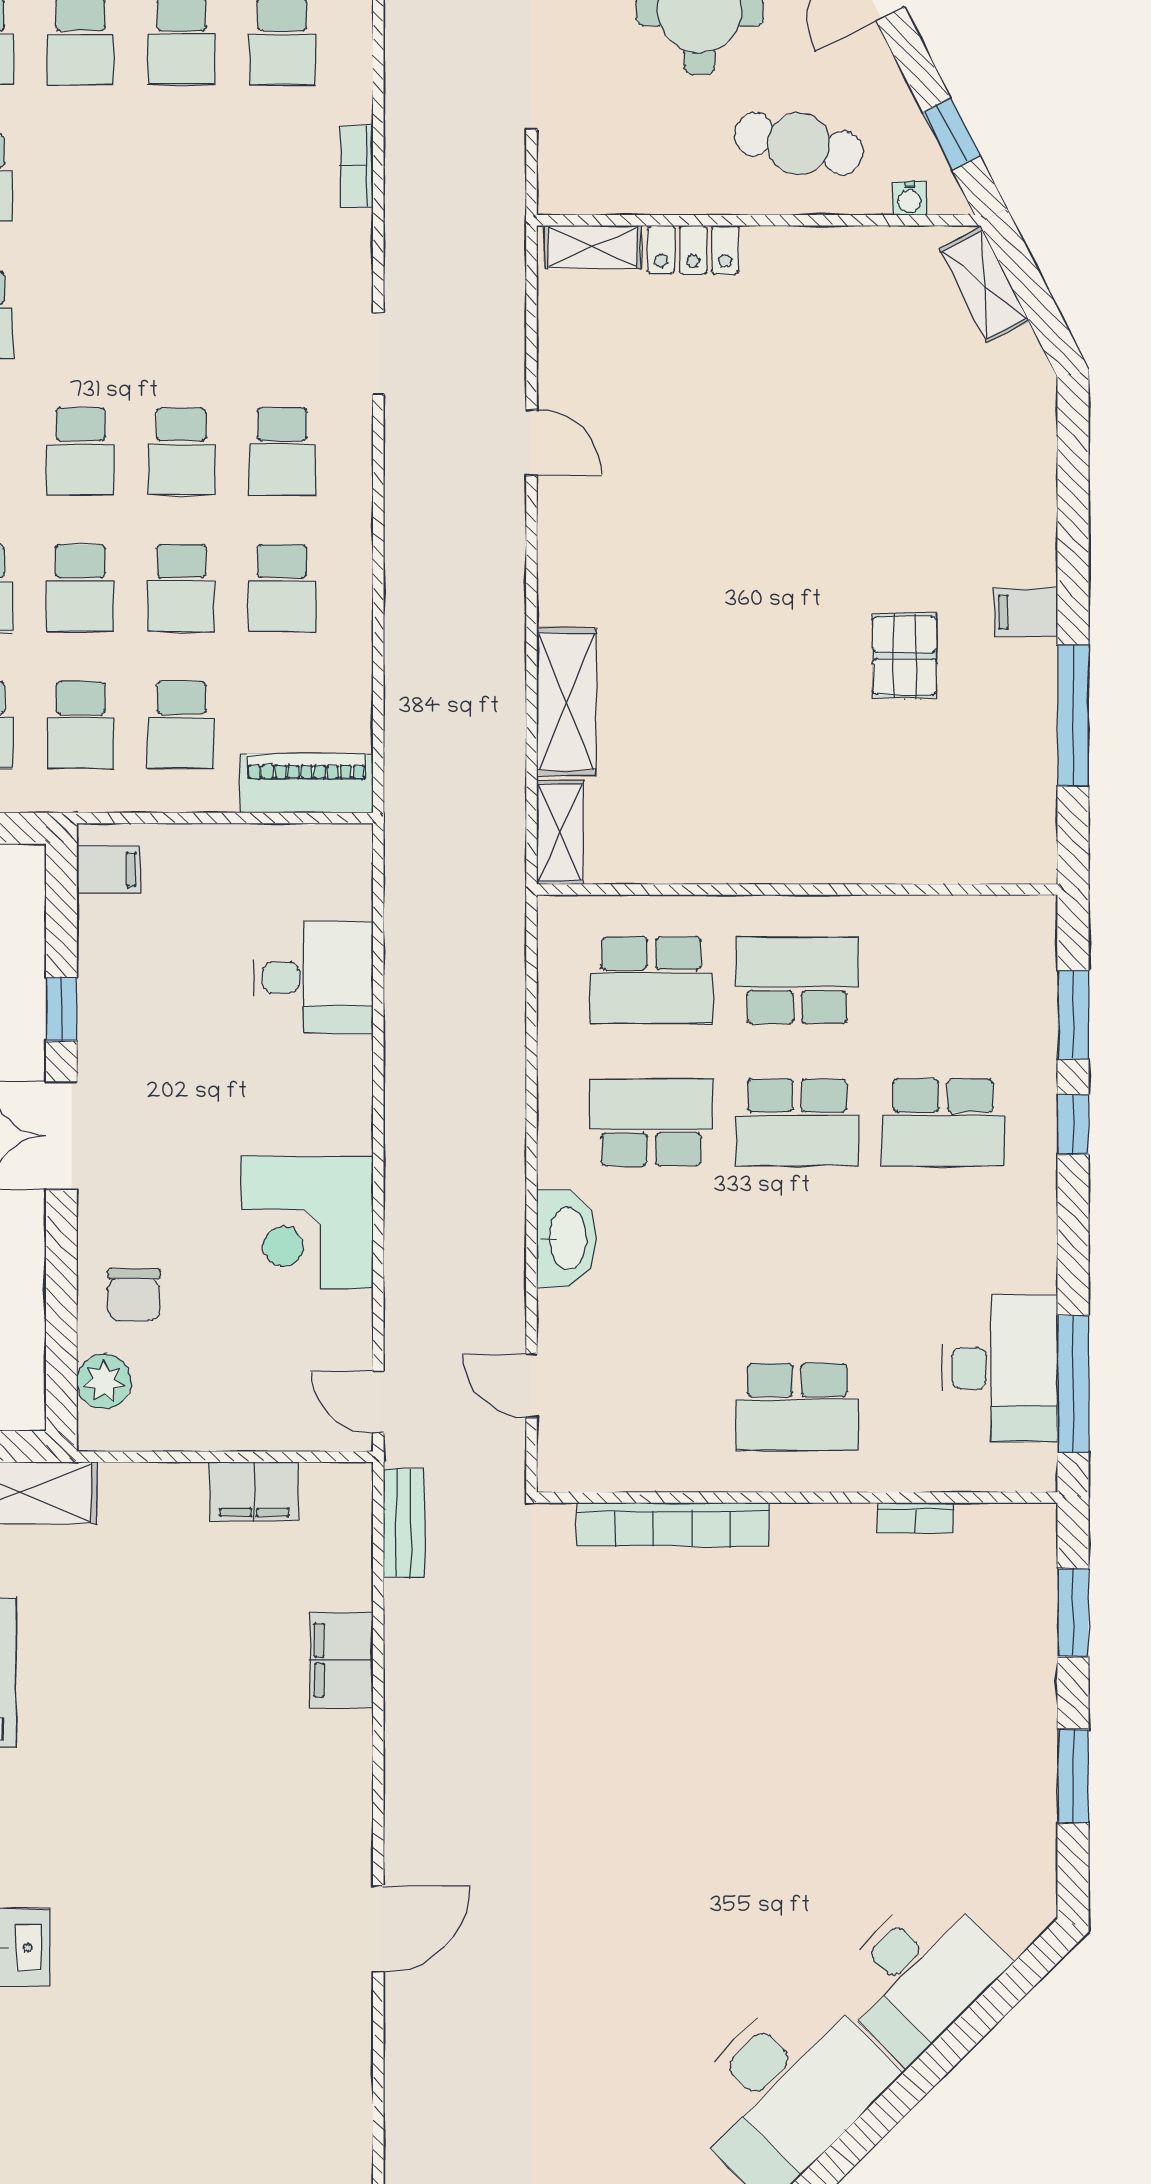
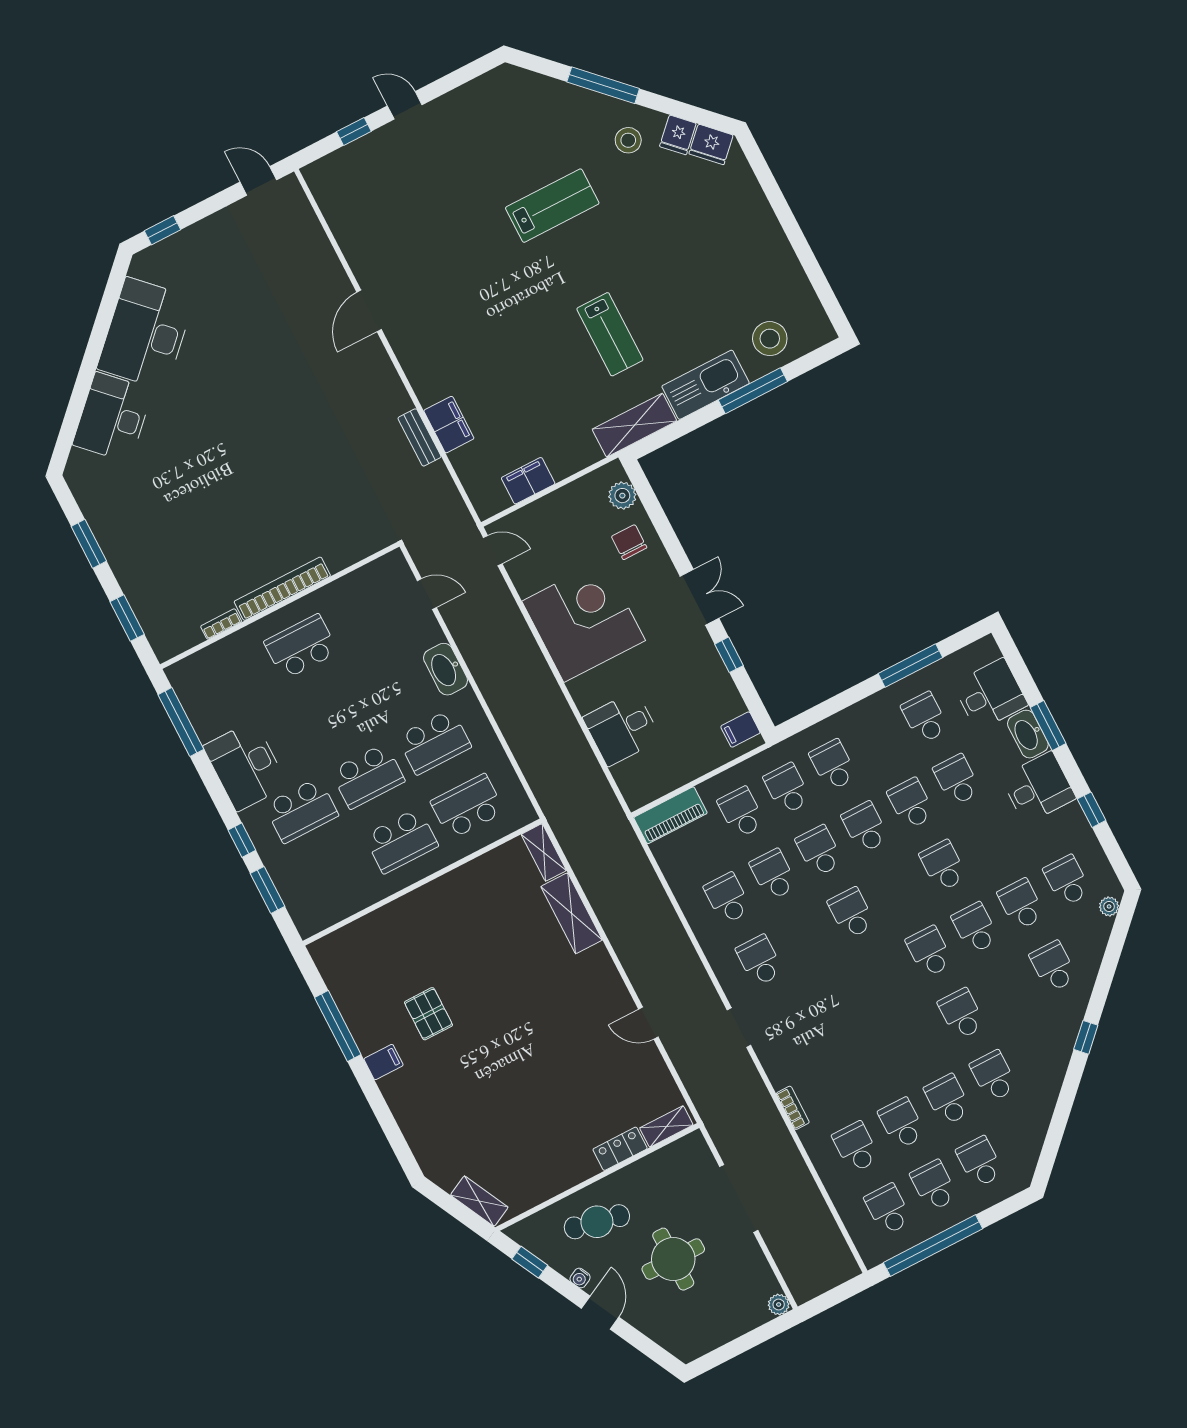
water cooler: (909, 198) -> (580, 1278), moved, turned -117
school desk: (181, 451) -> (805, 937), removed
school desk: (797, 1122) -> (368, 776), turned 180
school desk: (943, 1122) -> (301, 810), turned 180
corner desk: (307, 1222) -> (584, 621), width x1.36, depth x1.36
desk: (1000, 1368) -> (246, 766), moved
bench: (404, 1523) -> (420, 437), moved
bookcase: (673, 1524) -> (282, 589), moved

